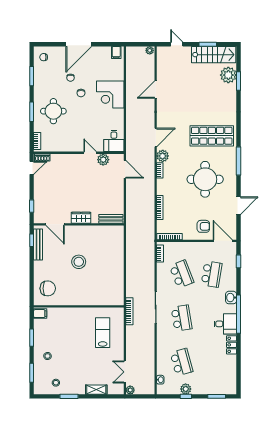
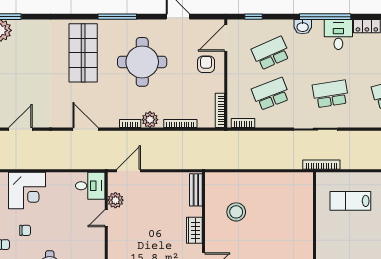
door: (156, 90) -> (20, 129), swing flipped
plant: (163, 156) -> (150, 120), moved
stool: (79, 262) -> (236, 212), moved
school desk: (212, 274) -> (271, 53), turned -33

